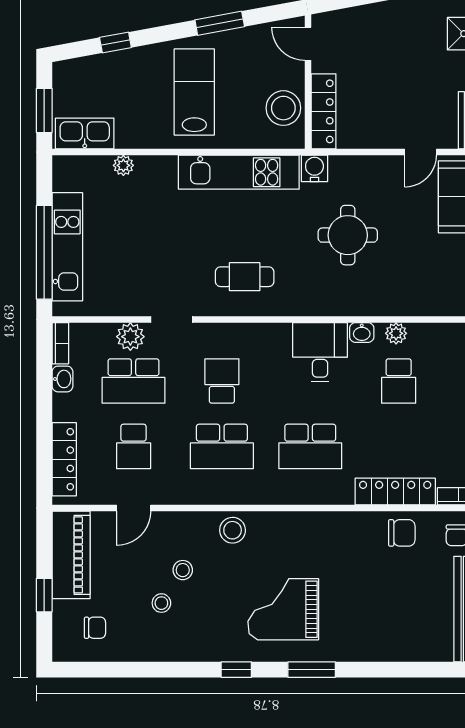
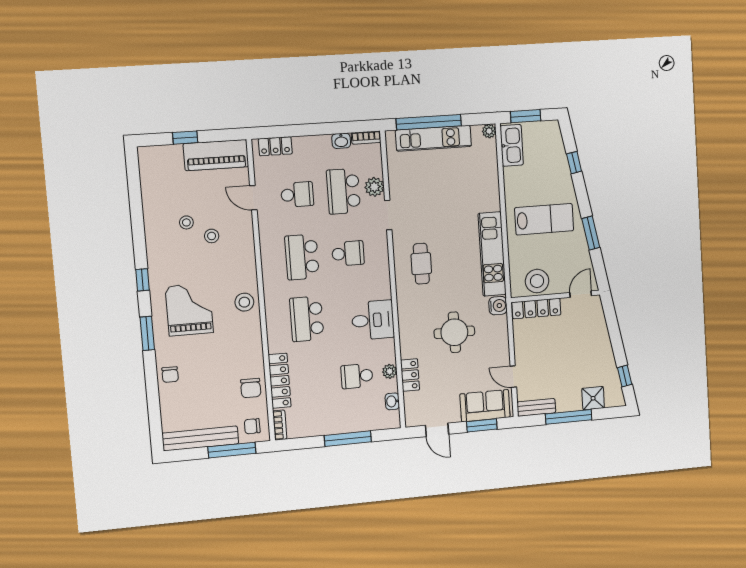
plant: (123, 165) -> (489, 131), moved
locker: (404, 304) -> (410, 375), added
washbasin: (362, 333) -> (392, 401), moved
school desk: (134, 446) -> (297, 195), turned 180
locker: (64, 459) -> (275, 146), width x0.66
stool: (233, 530) -> (244, 302), moved
chair: (95, 628) -> (170, 375), moved

